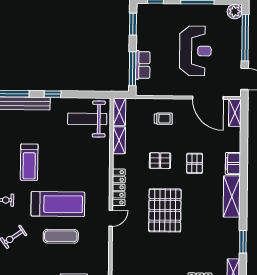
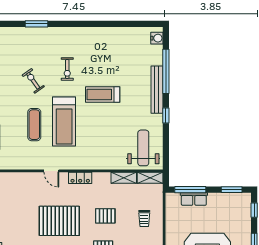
pallet: (160, 161) -> (105, 216), turned 90
locker: (119, 187) -> (80, 178), width x0.66

